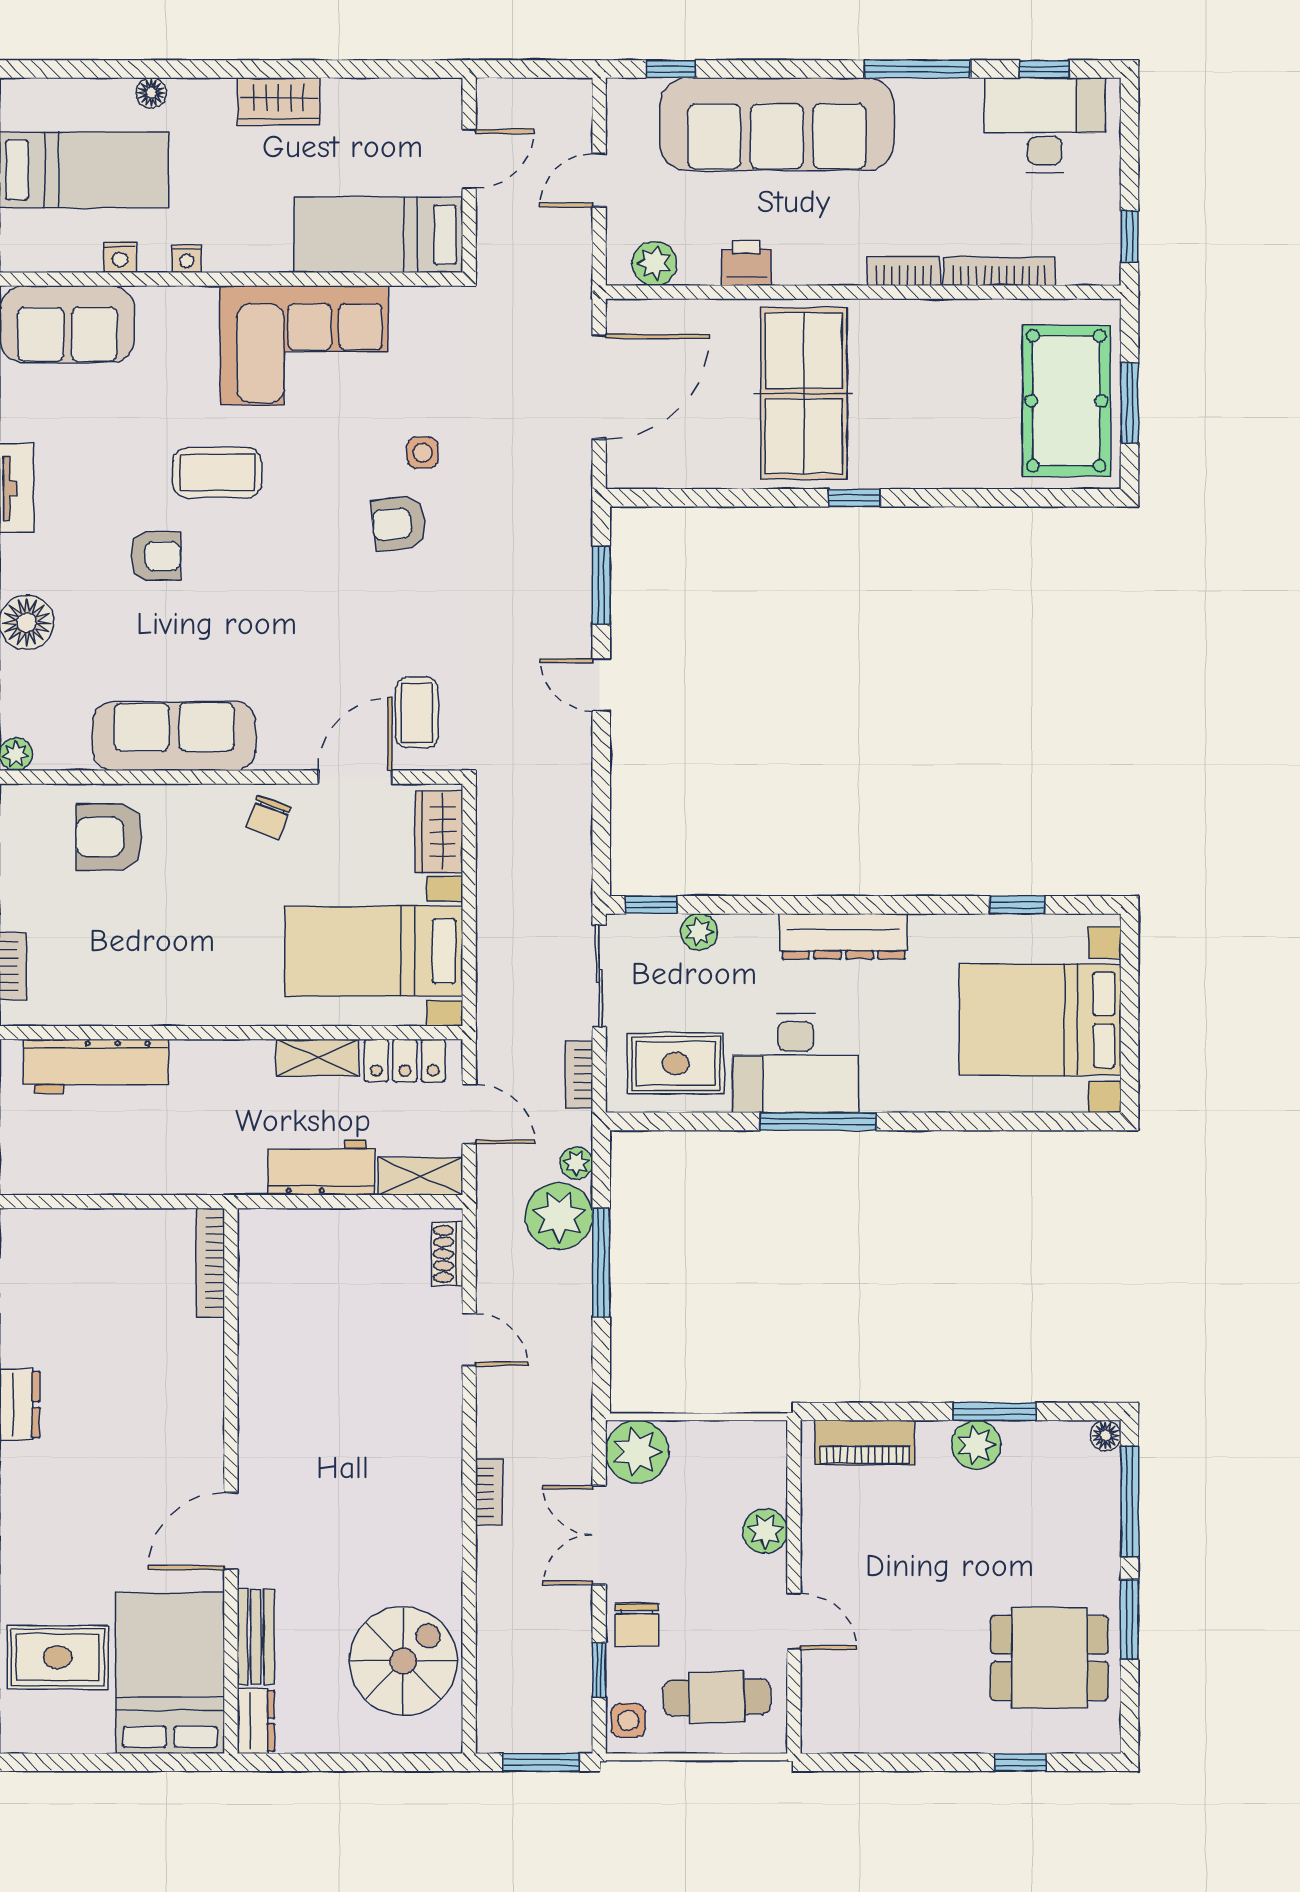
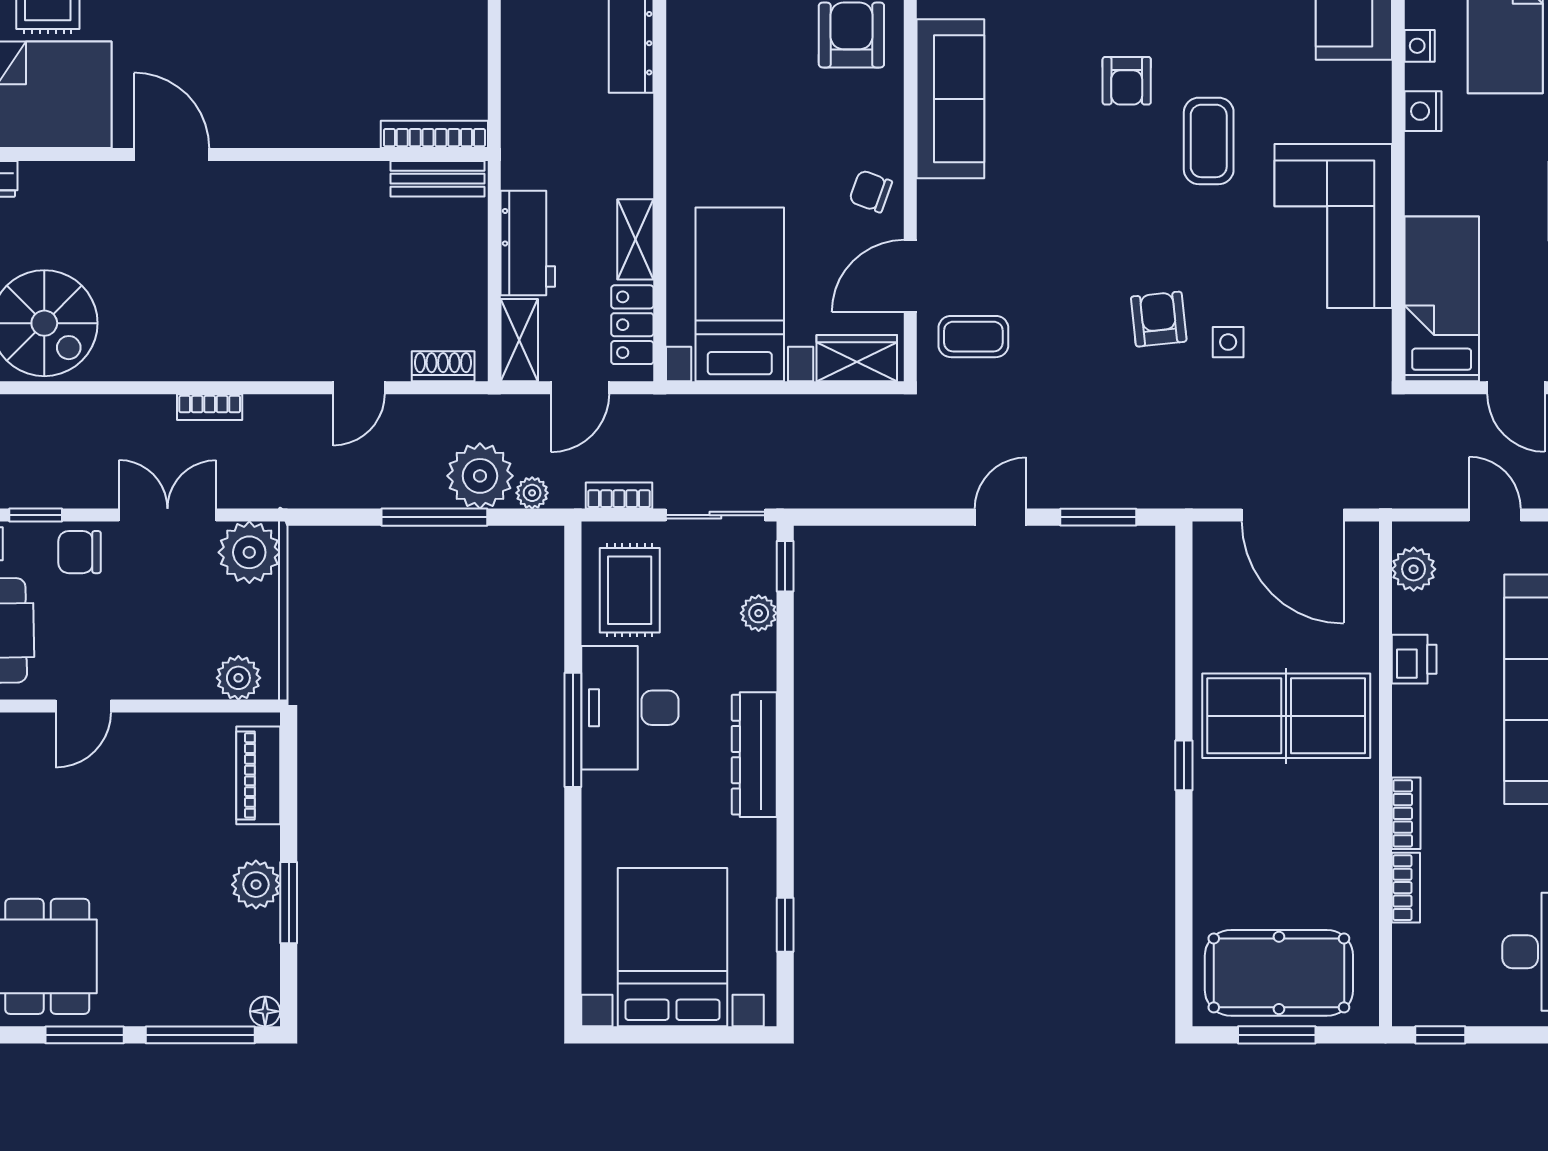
nightstand: (187, 259) -> (1423, 111), width x1.39, depth x1.35
bookcase: (999, 271) -> (1406, 888), width x0.64
door: (355, 777) -> (910, 276), swing flipped
plant: (765, 1531) -> (238, 678), moved
bench: (256, 1637) -> (437, 179), moved

